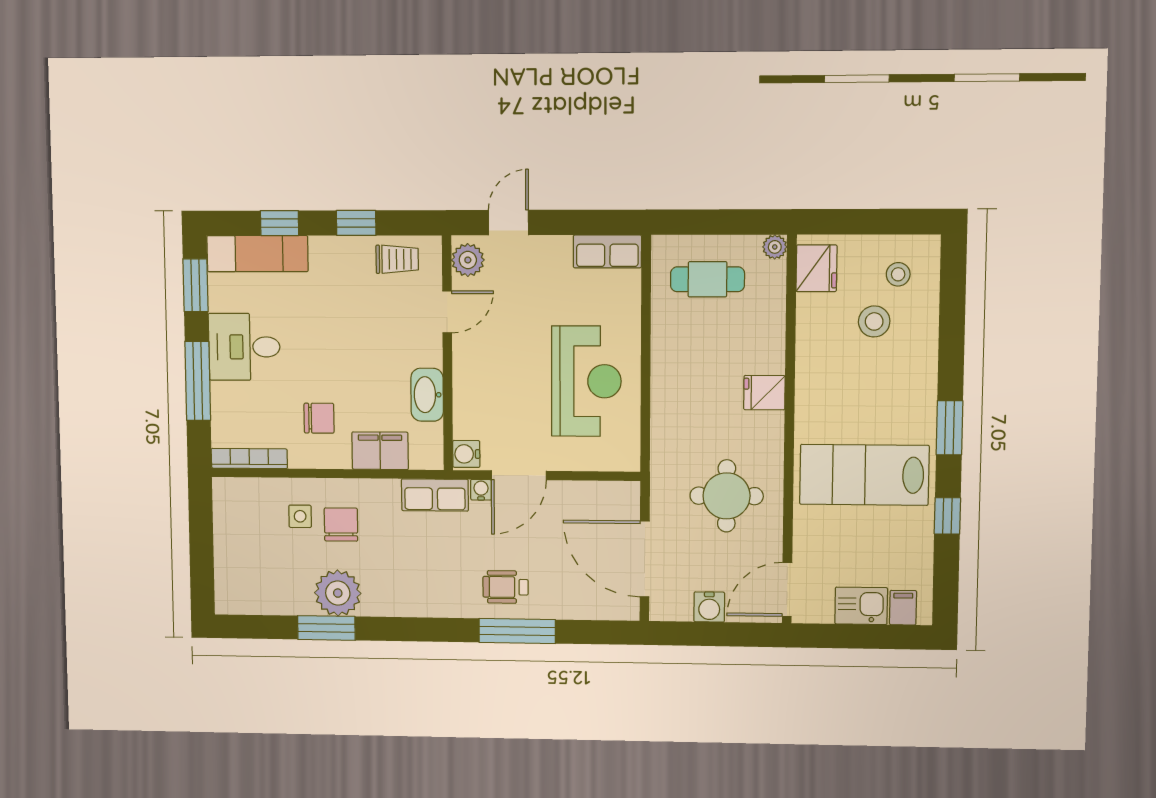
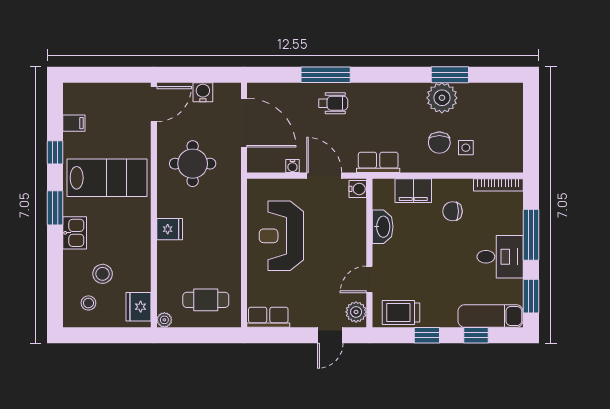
trolley: (397, 259) -> (401, 312), width x1.36, depth x1.39
door: (519, 475) -> (324, 176), hinge flipped
water cooler: (481, 490) -> (292, 166), moved
kitchen sink: (861, 606) -> (75, 233), moved, turned -90
filing cabinet: (903, 608) -> (74, 123), moved, turned -90

